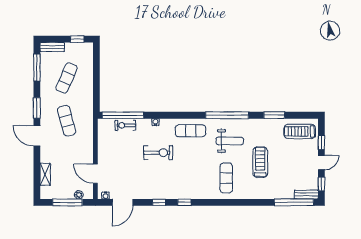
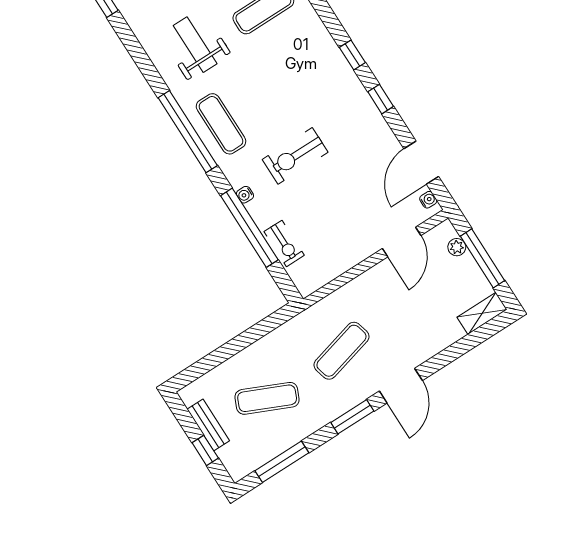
window: (77, 39) -> (205, 450), moved
bench: (52, 47) -> (208, 425), moved
window: (123, 115) -> (249, 228), moved
window: (227, 115) -> (188, 132), moved
exercise bike: (158, 153) -> (295, 156), turned -90
shelving: (45, 174) -> (482, 313), moved
door: (123, 202) -> (421, 163), swing flipped

